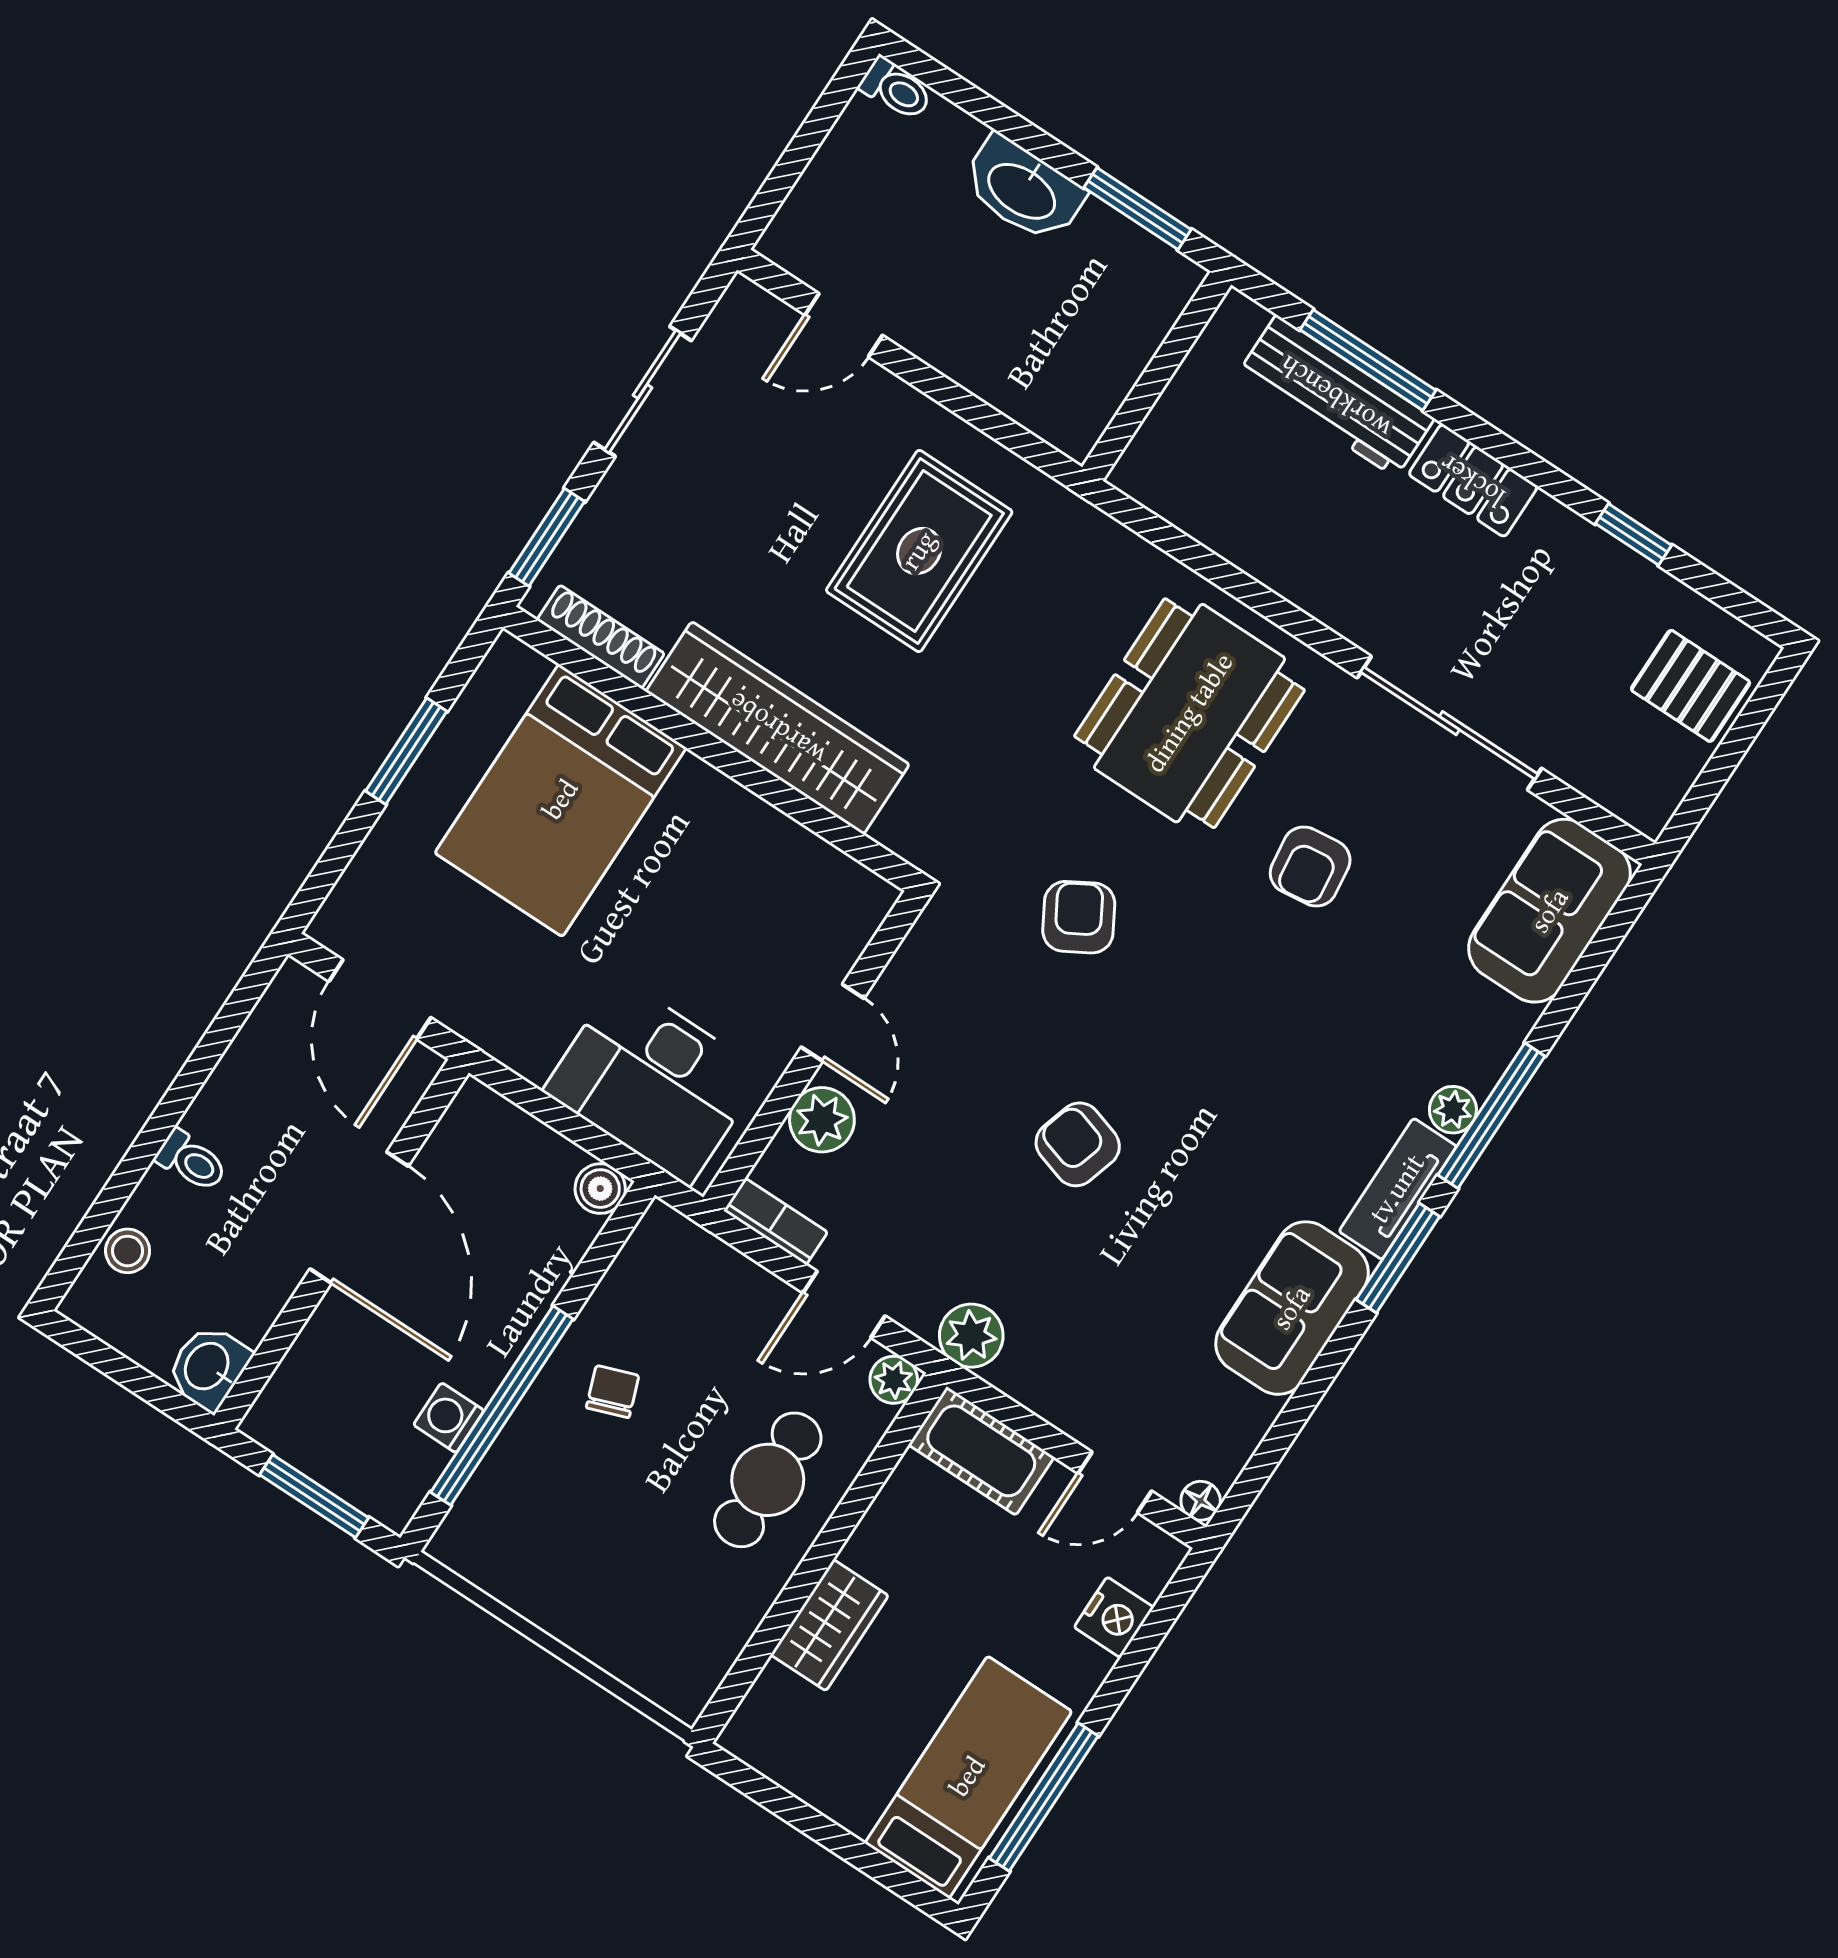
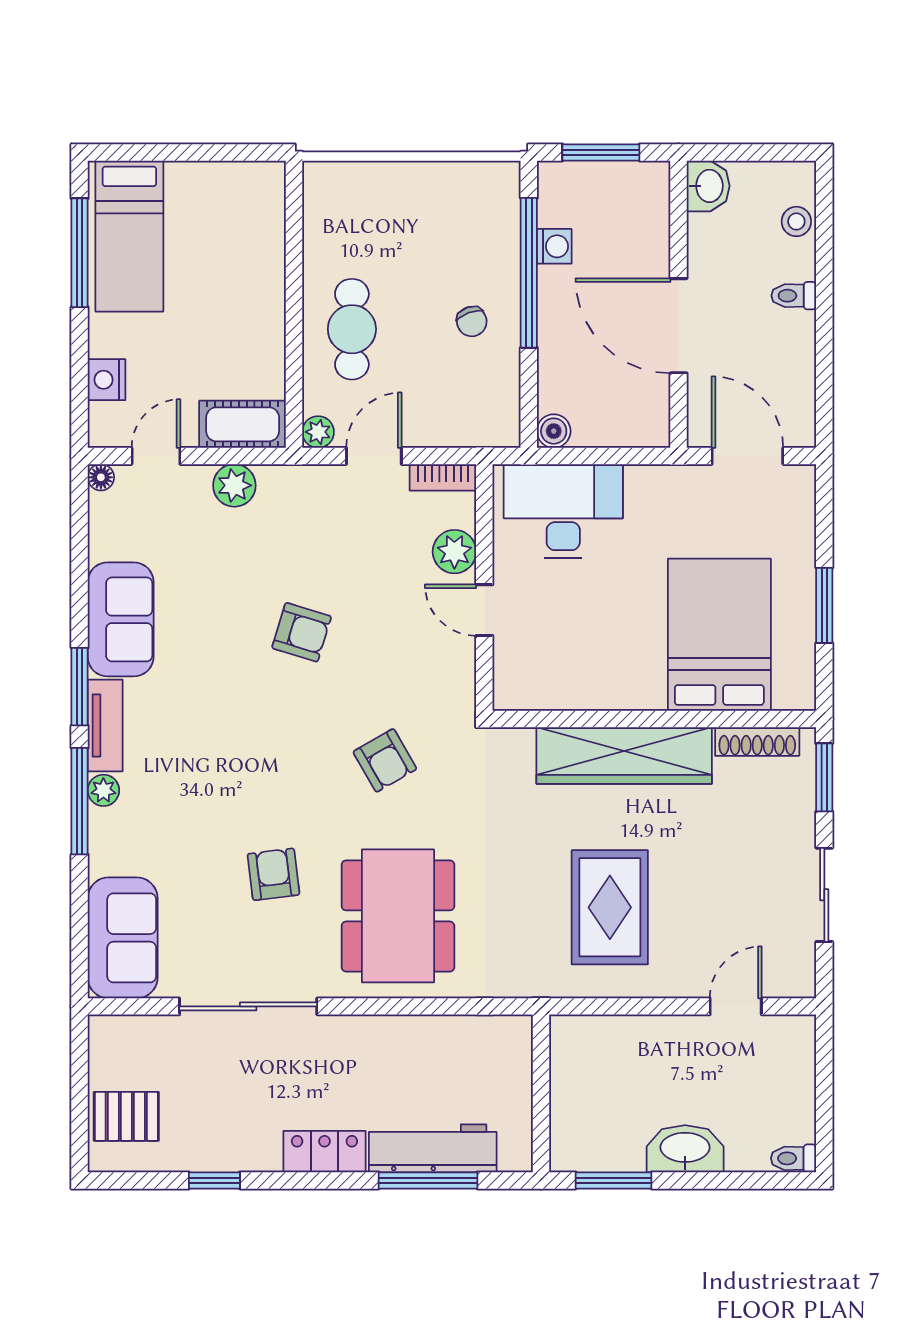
plant: (971, 1336) -> (234, 485), moved
wardrobe: (829, 1625) -> (264, 270), removed

